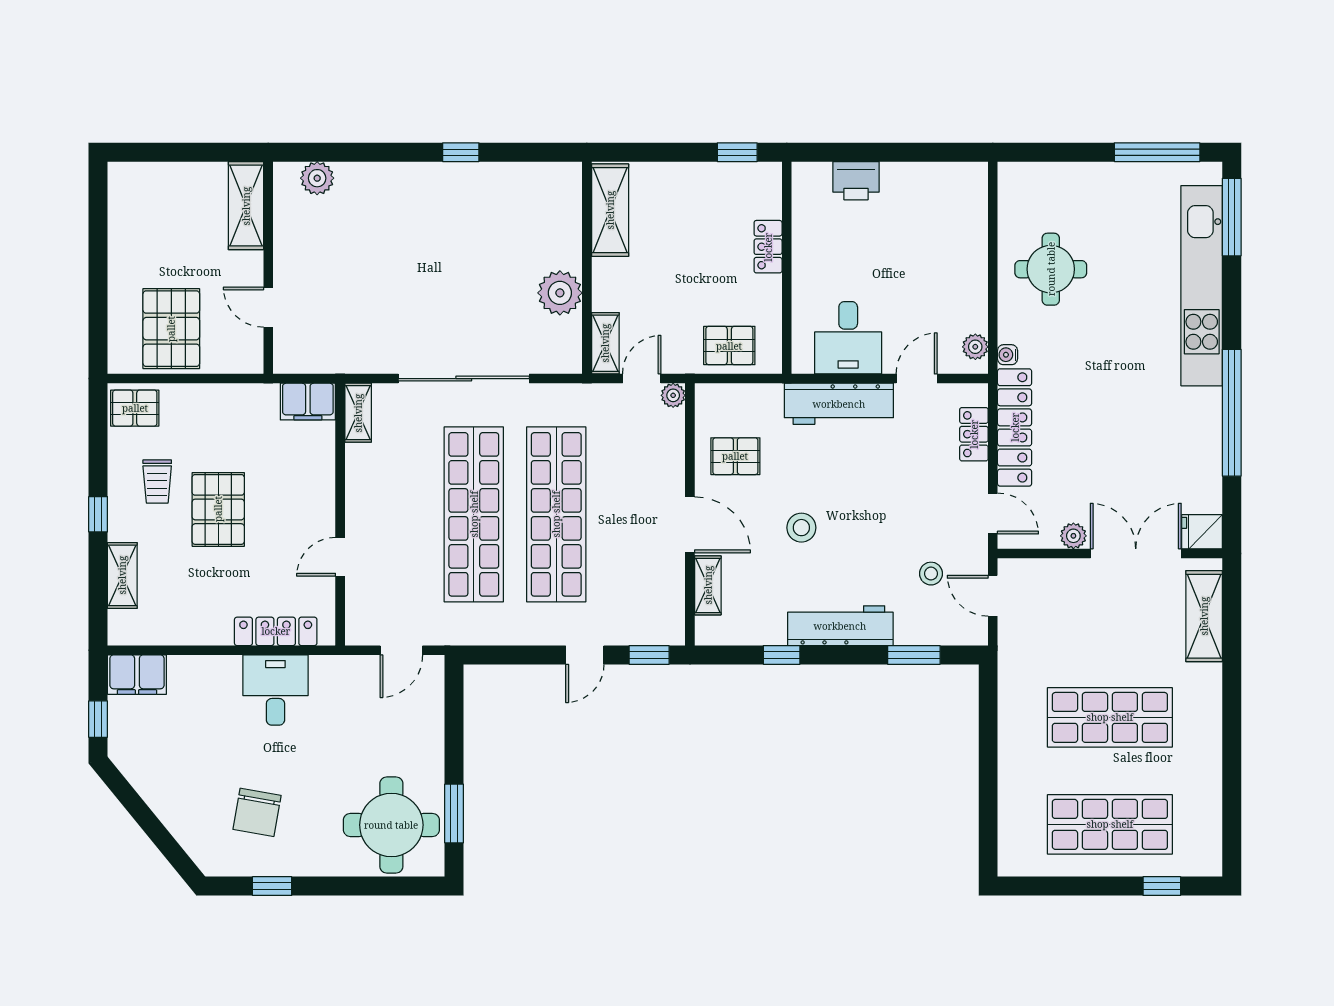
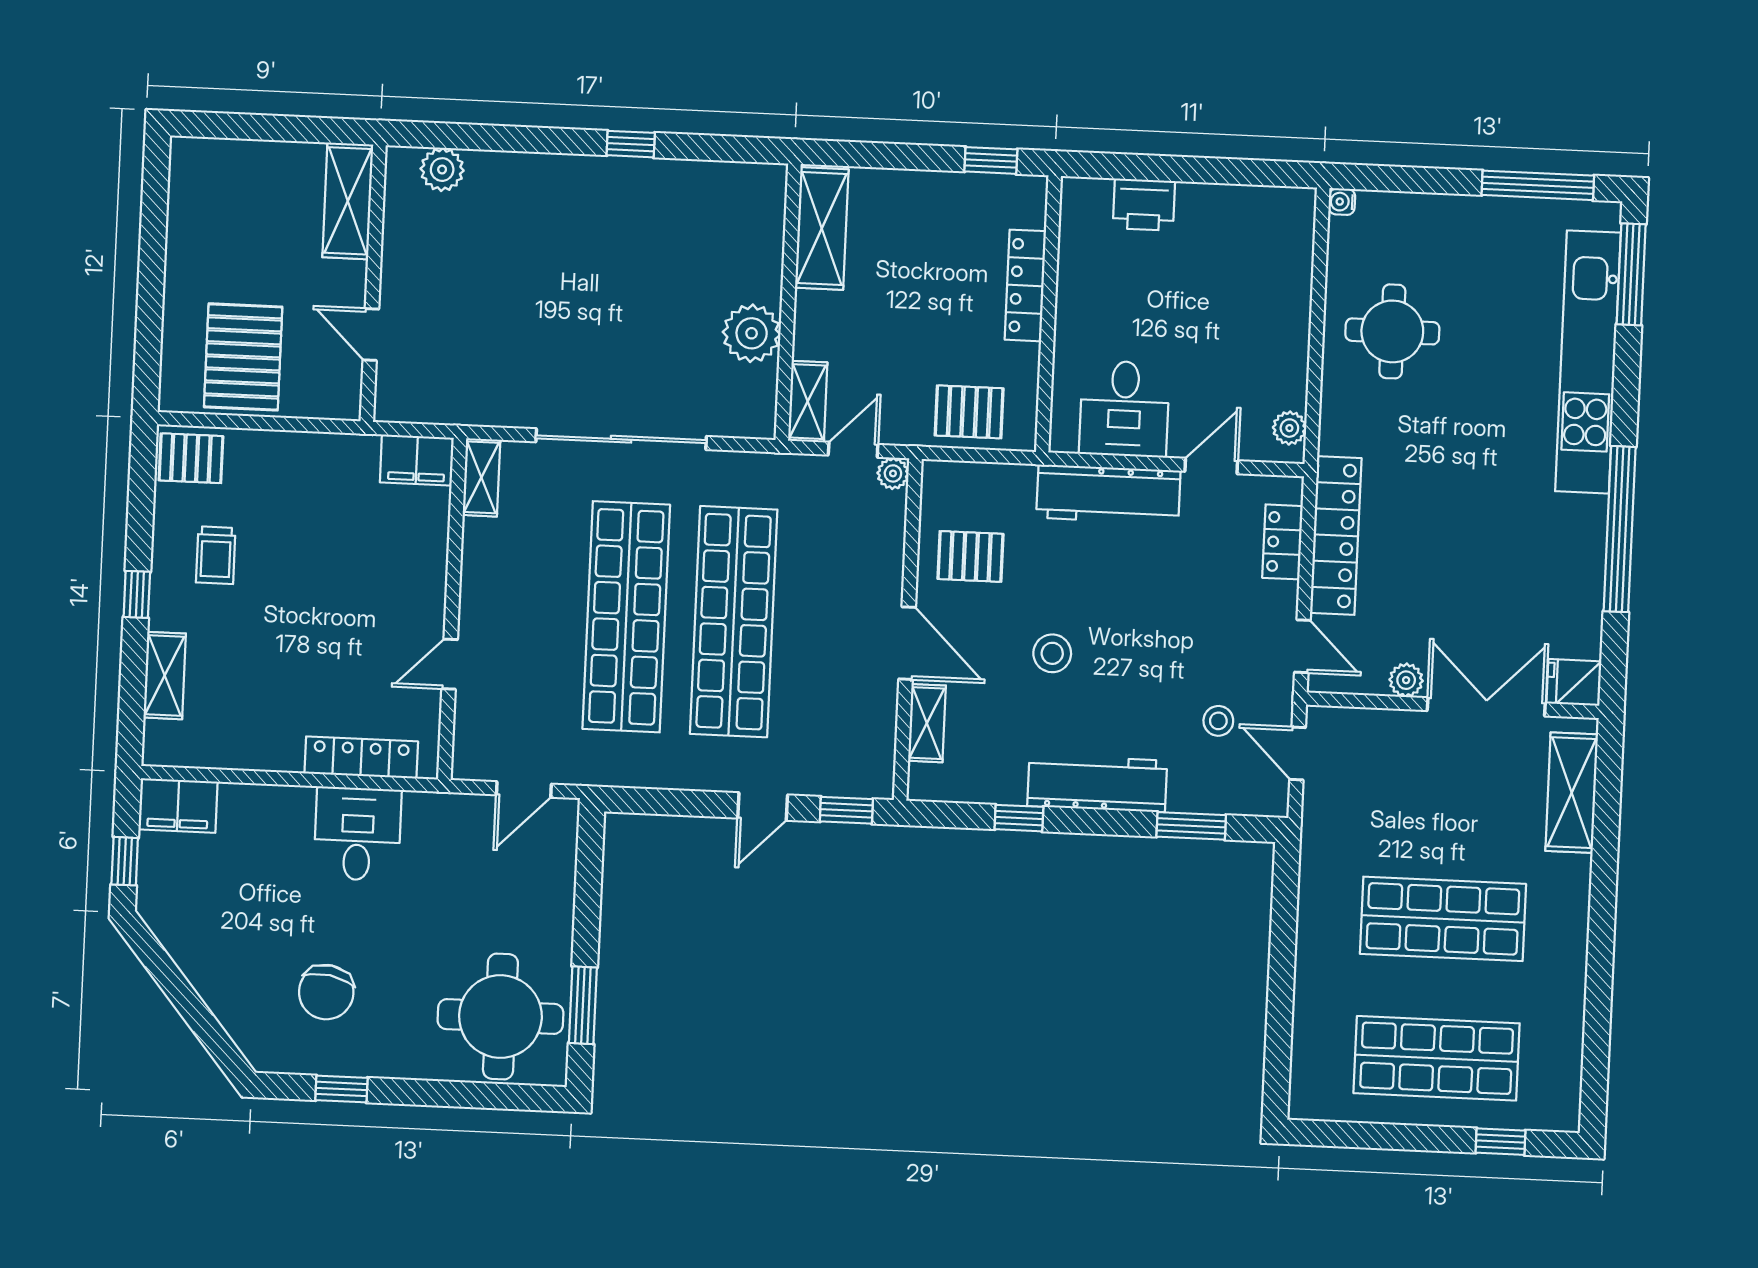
locker: (768, 247) -> (1025, 285), width x1.53
water cooler: (1007, 355) -> (1342, 202), moved
pallet: (218, 509) -> (294, 595), removed

